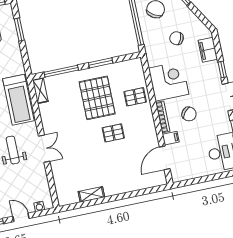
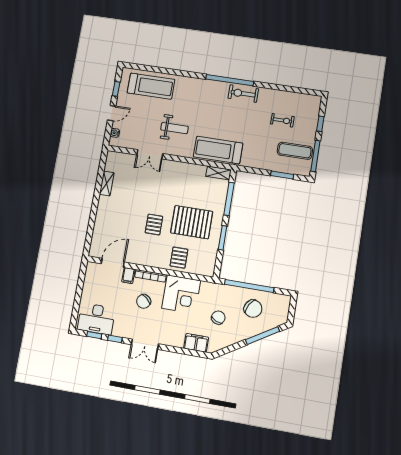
window: (222, 69) -> (172, 349), removed
double door: (44, 149) -> (150, 154), moved
door: (165, 158) -> (113, 263), hinge flipped

